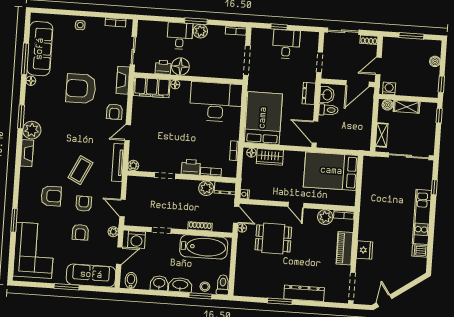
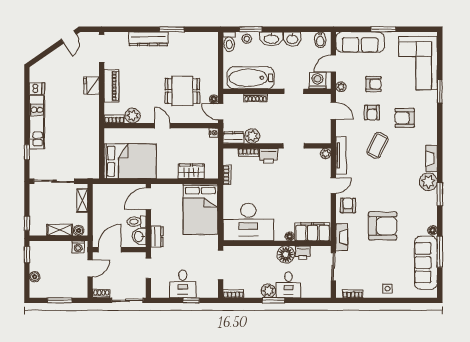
door: (315, 132) -> (148, 199), swing flipped
floor lamp: (251, 153) -> (210, 174), removed
armchair: (80, 232) -> (373, 84), turned 90

